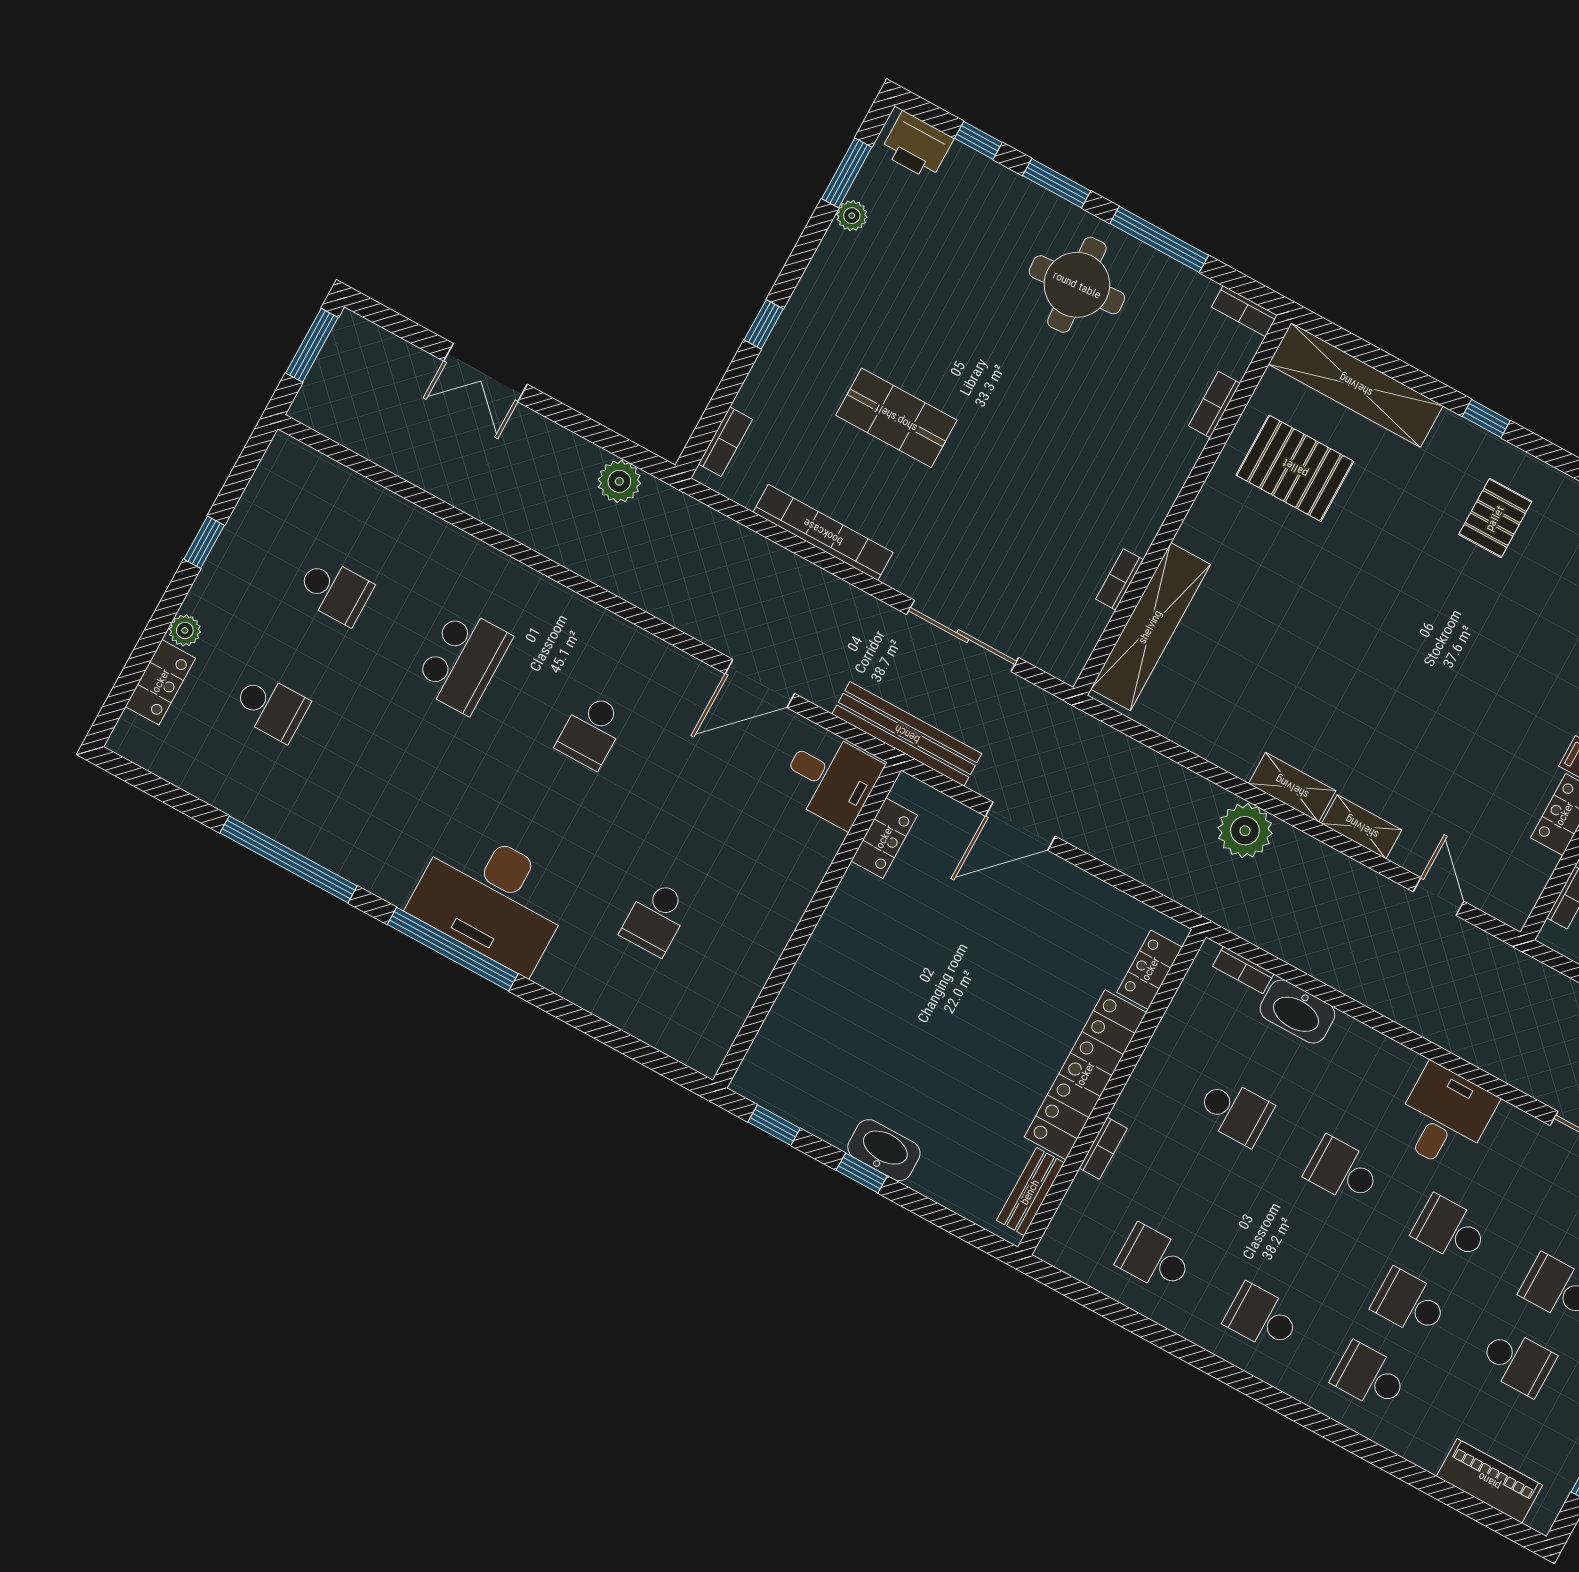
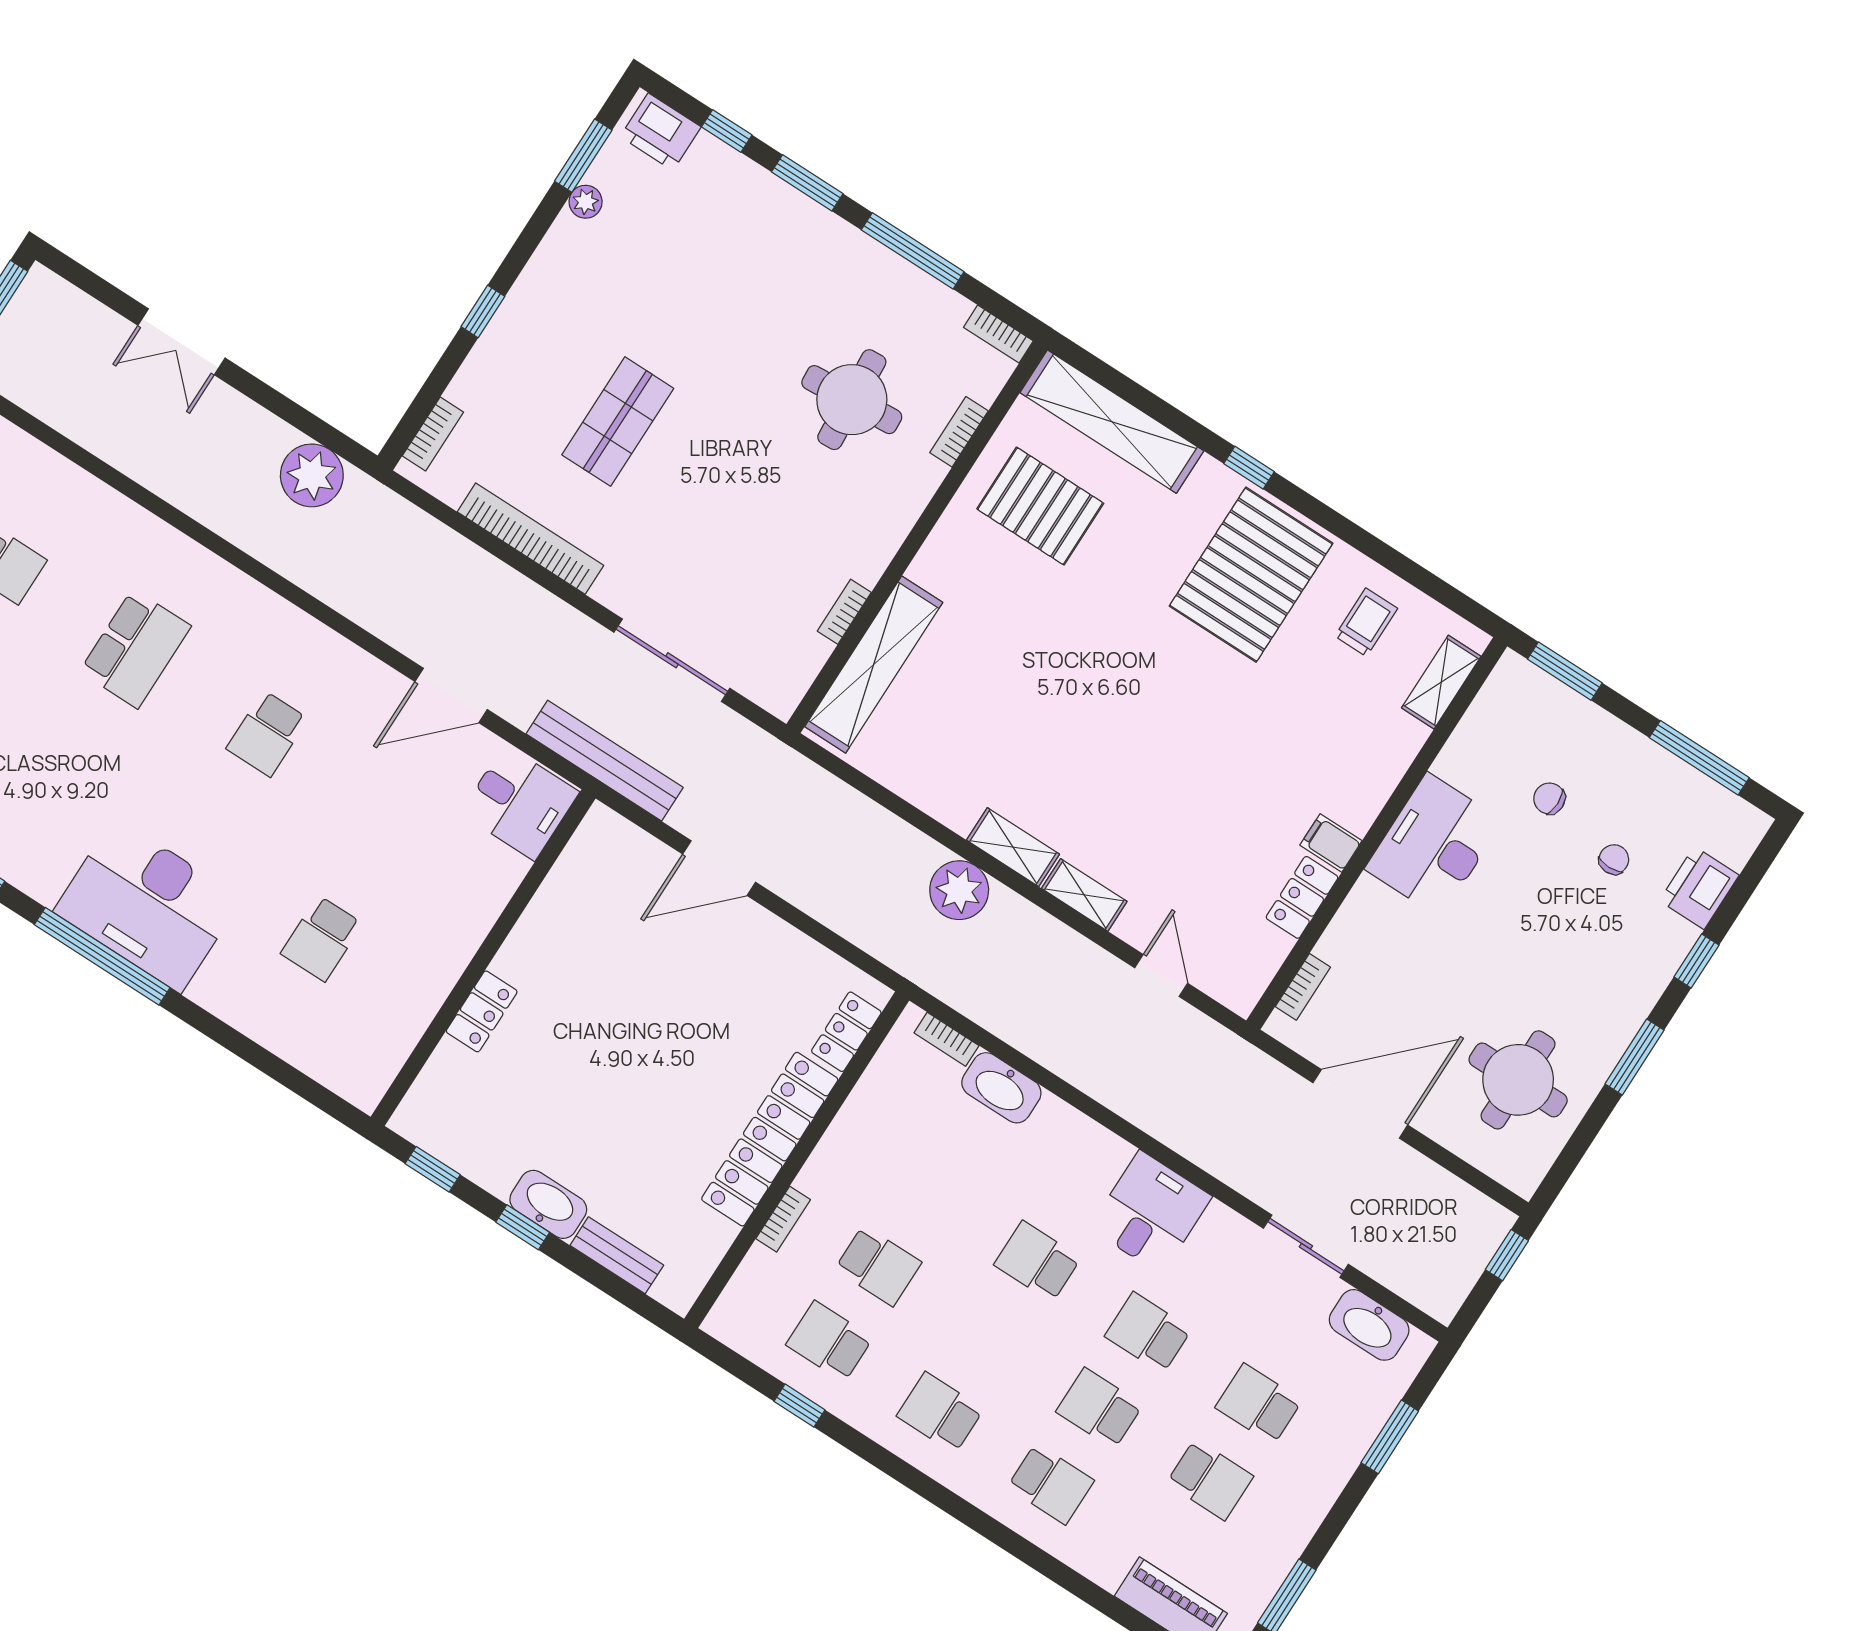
round table: (1077, 285) -> (852, 400), moved
shop shelf: (896, 418) -> (618, 422), turned 90
plant: (619, 481) -> (312, 475), width x1.36, depth x1.36
pallet: (1495, 518) -> (1251, 575), width x2.05, depth x2.00
locker: (884, 838) -> (482, 1011), moved
school desk: (1235, 1112) -> (878, 1266), moved
bench: (1030, 1192) -> (617, 1255), moved, turned 90
window: (1131, 1320) -> (799, 1406), added
school desk: (1370, 1376) -> (1051, 1484), turned 180

